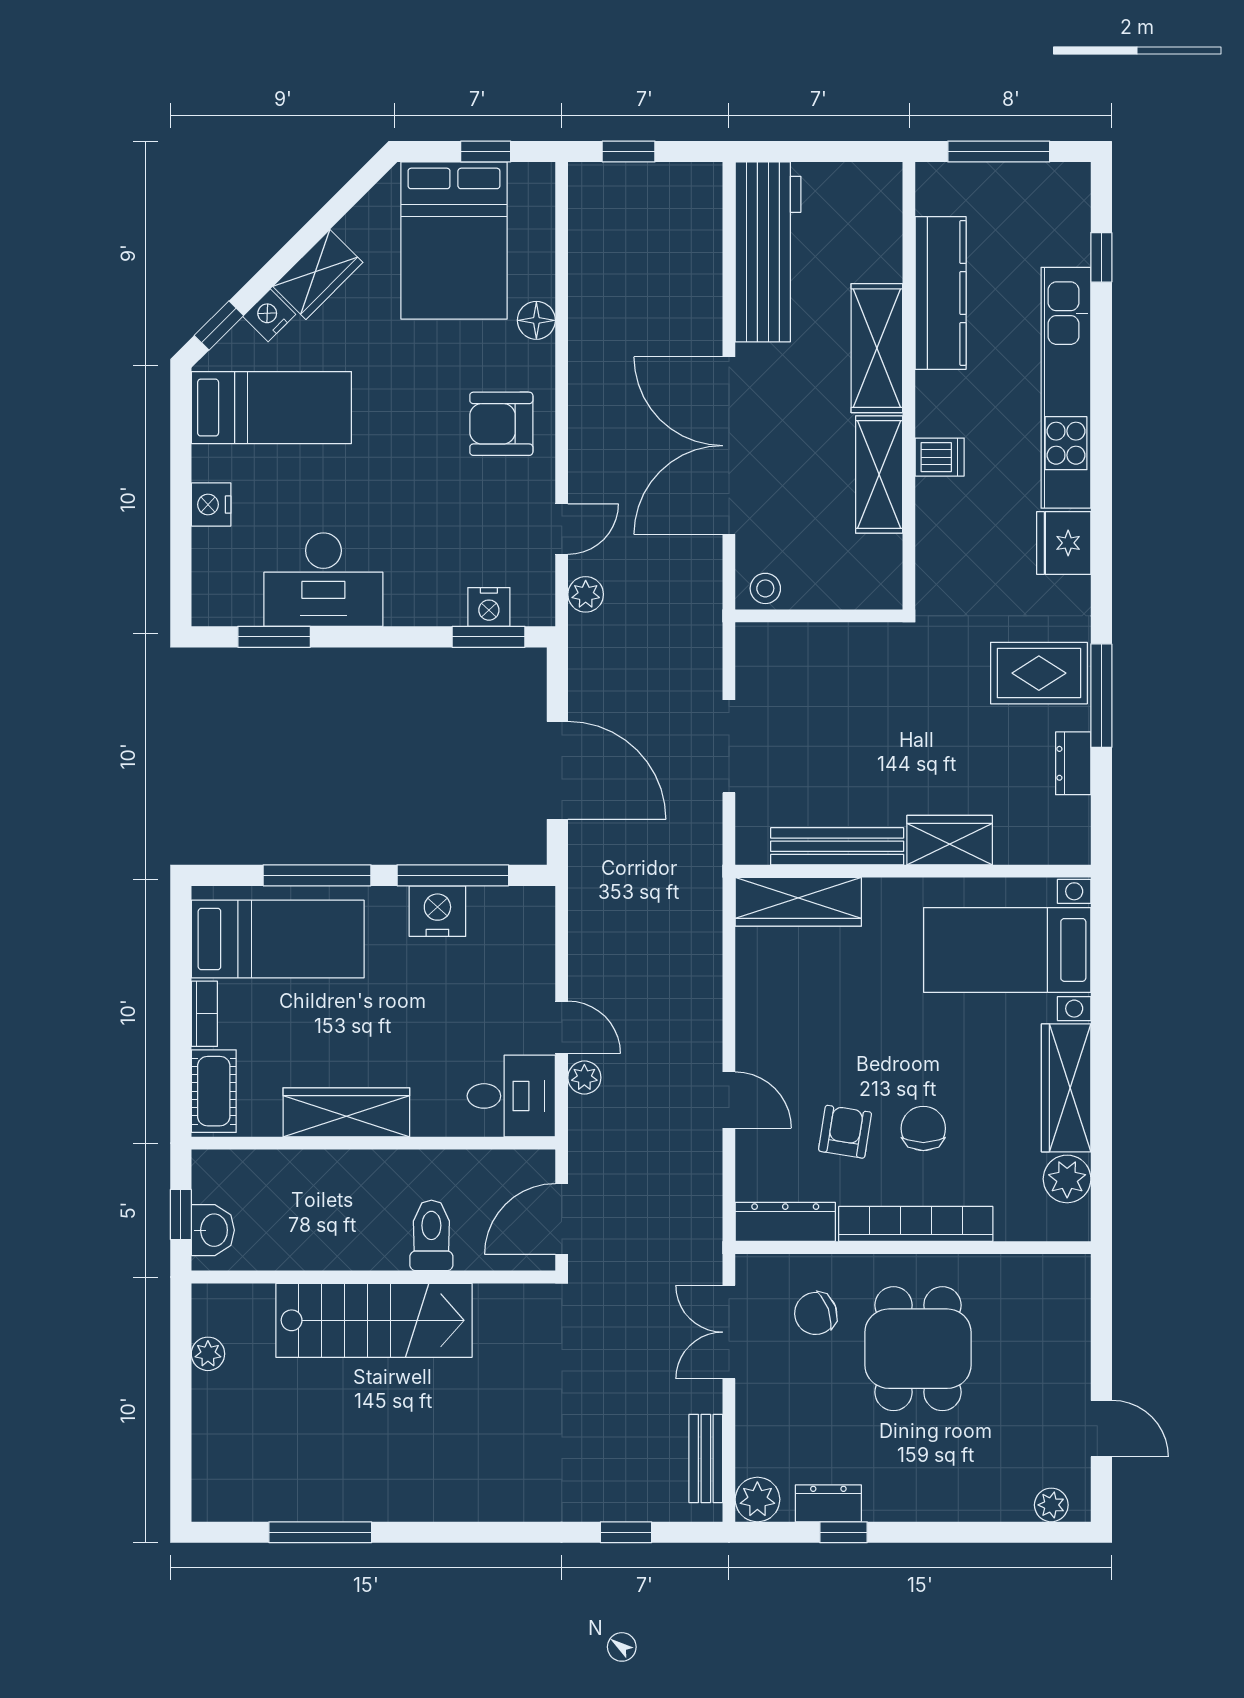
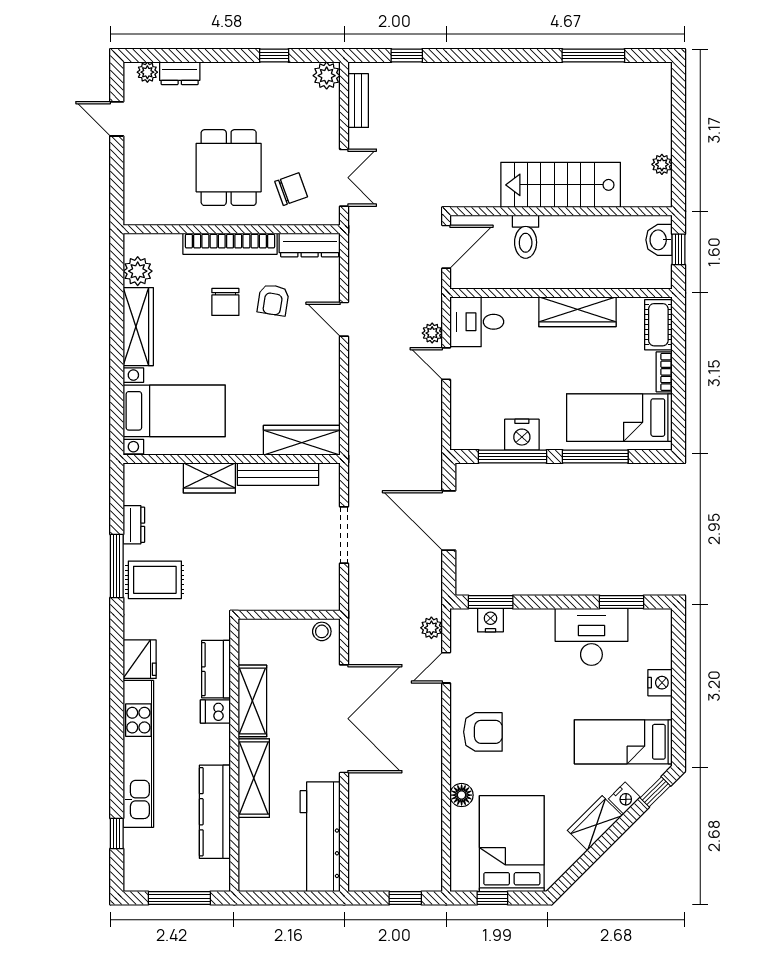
kitchen counter: (939, 527) -> (216, 669), added
dresser: (828, 1503) -> (180, 73), moved

